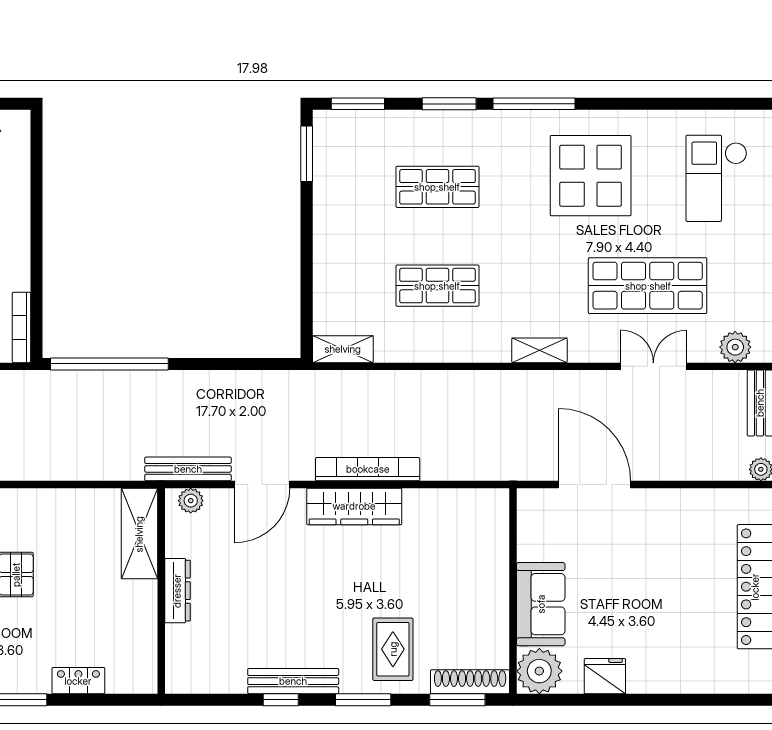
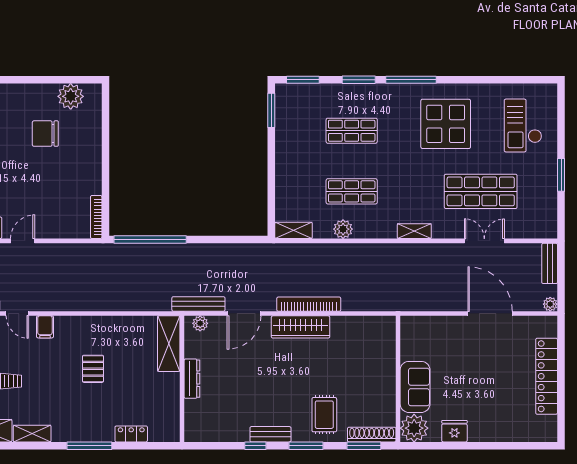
plant: (735, 347) -> (343, 229), moved
door: (595, 485) -> (490, 314), moved
bench: (293, 681) -> (270, 434), width x0.73

